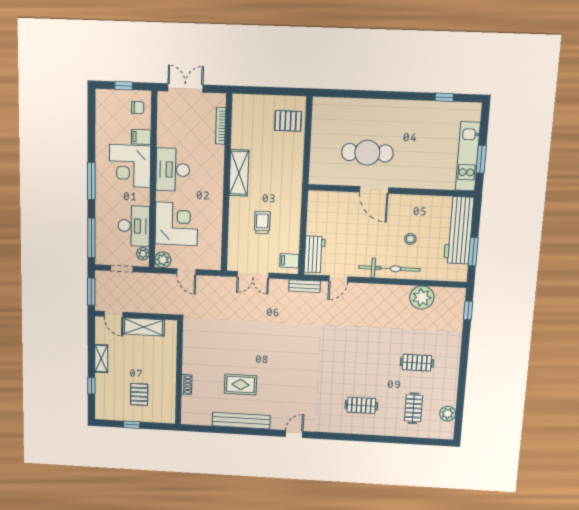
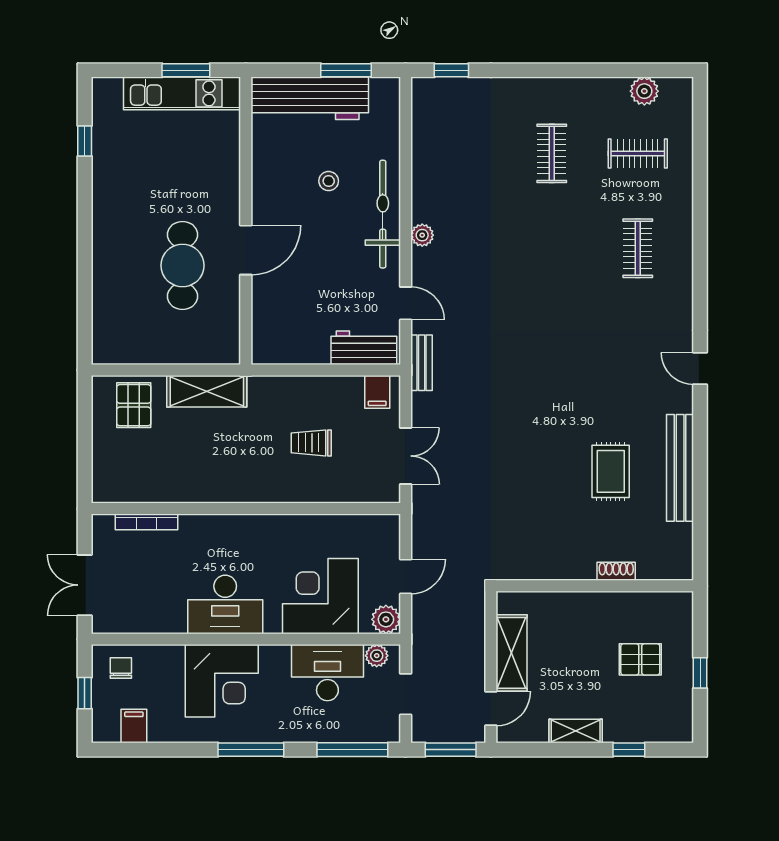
filing cabinet: (141, 137) -> (134, 726), moved, turned 180
shelving: (239, 173) -> (207, 391), moved
plant: (422, 298) -> (422, 235), moved, width x0.53, depth x0.53

